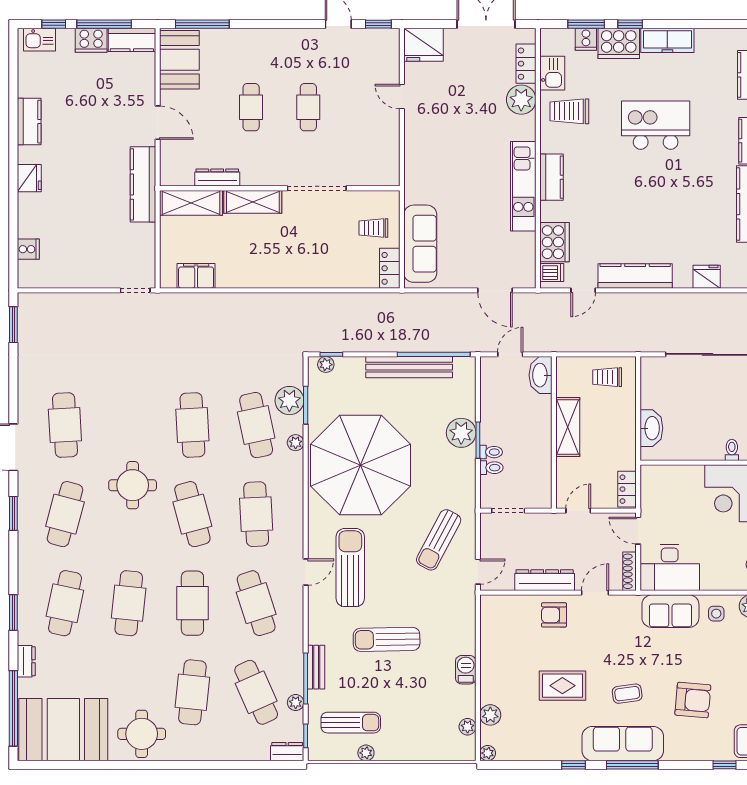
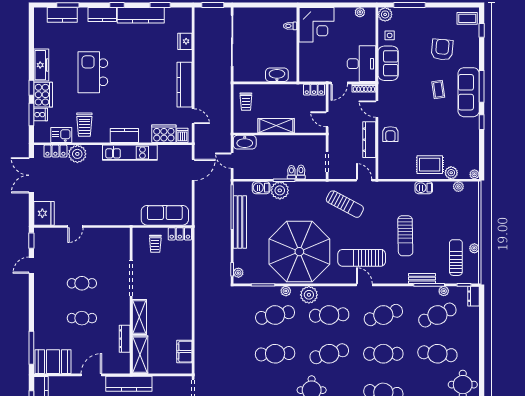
plant: (289, 401) -> (309, 295), moved
barbecue: (466, 402) -> (261, 188), added
rug: (562, 686) -> (430, 165), moved, turned 90

